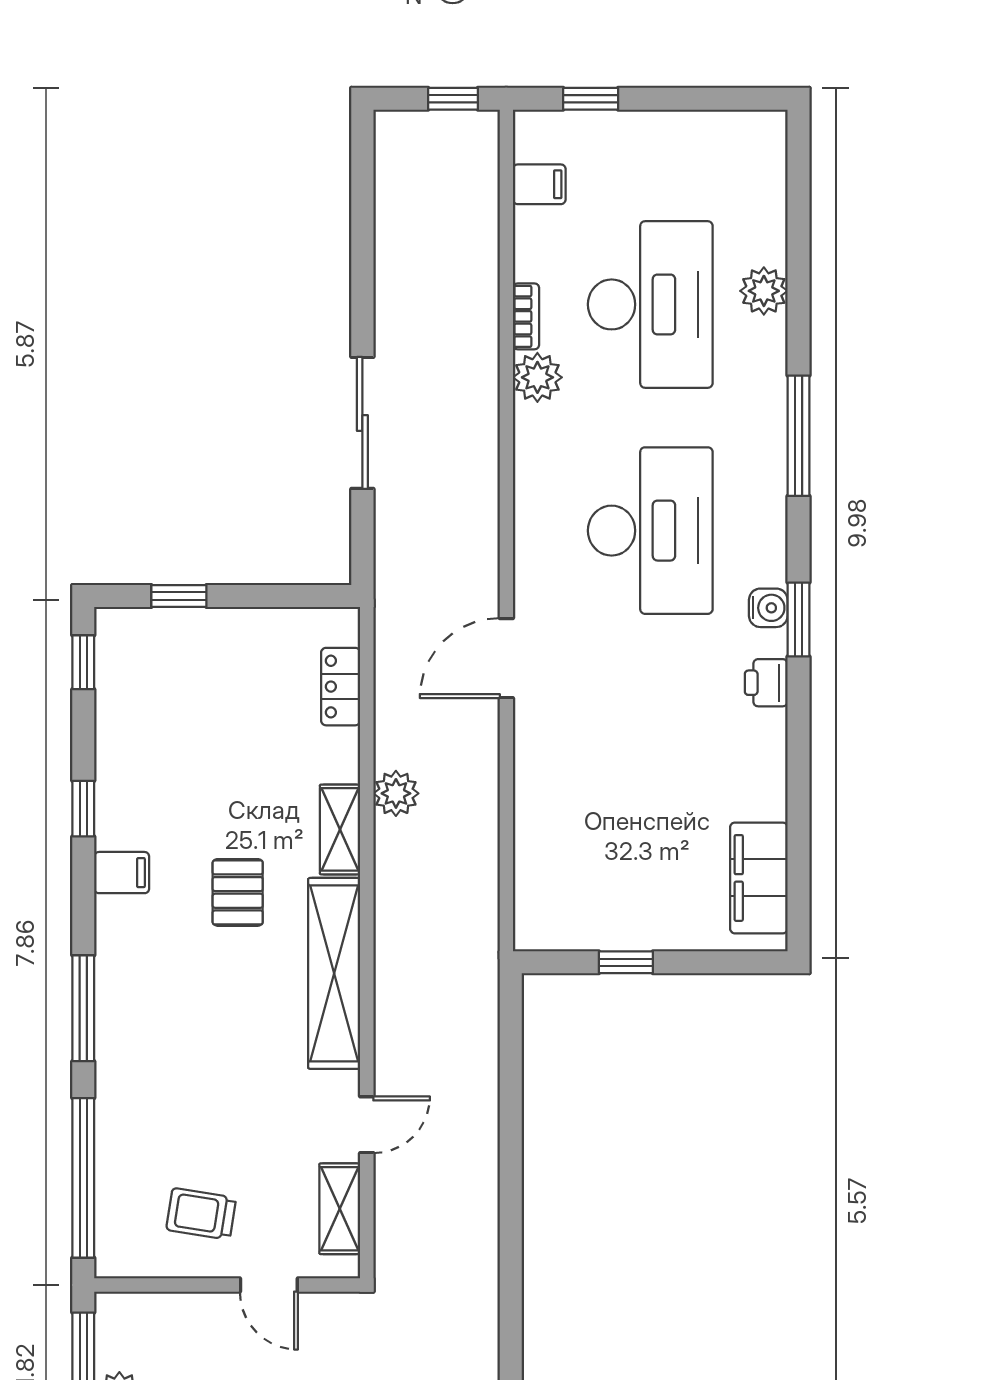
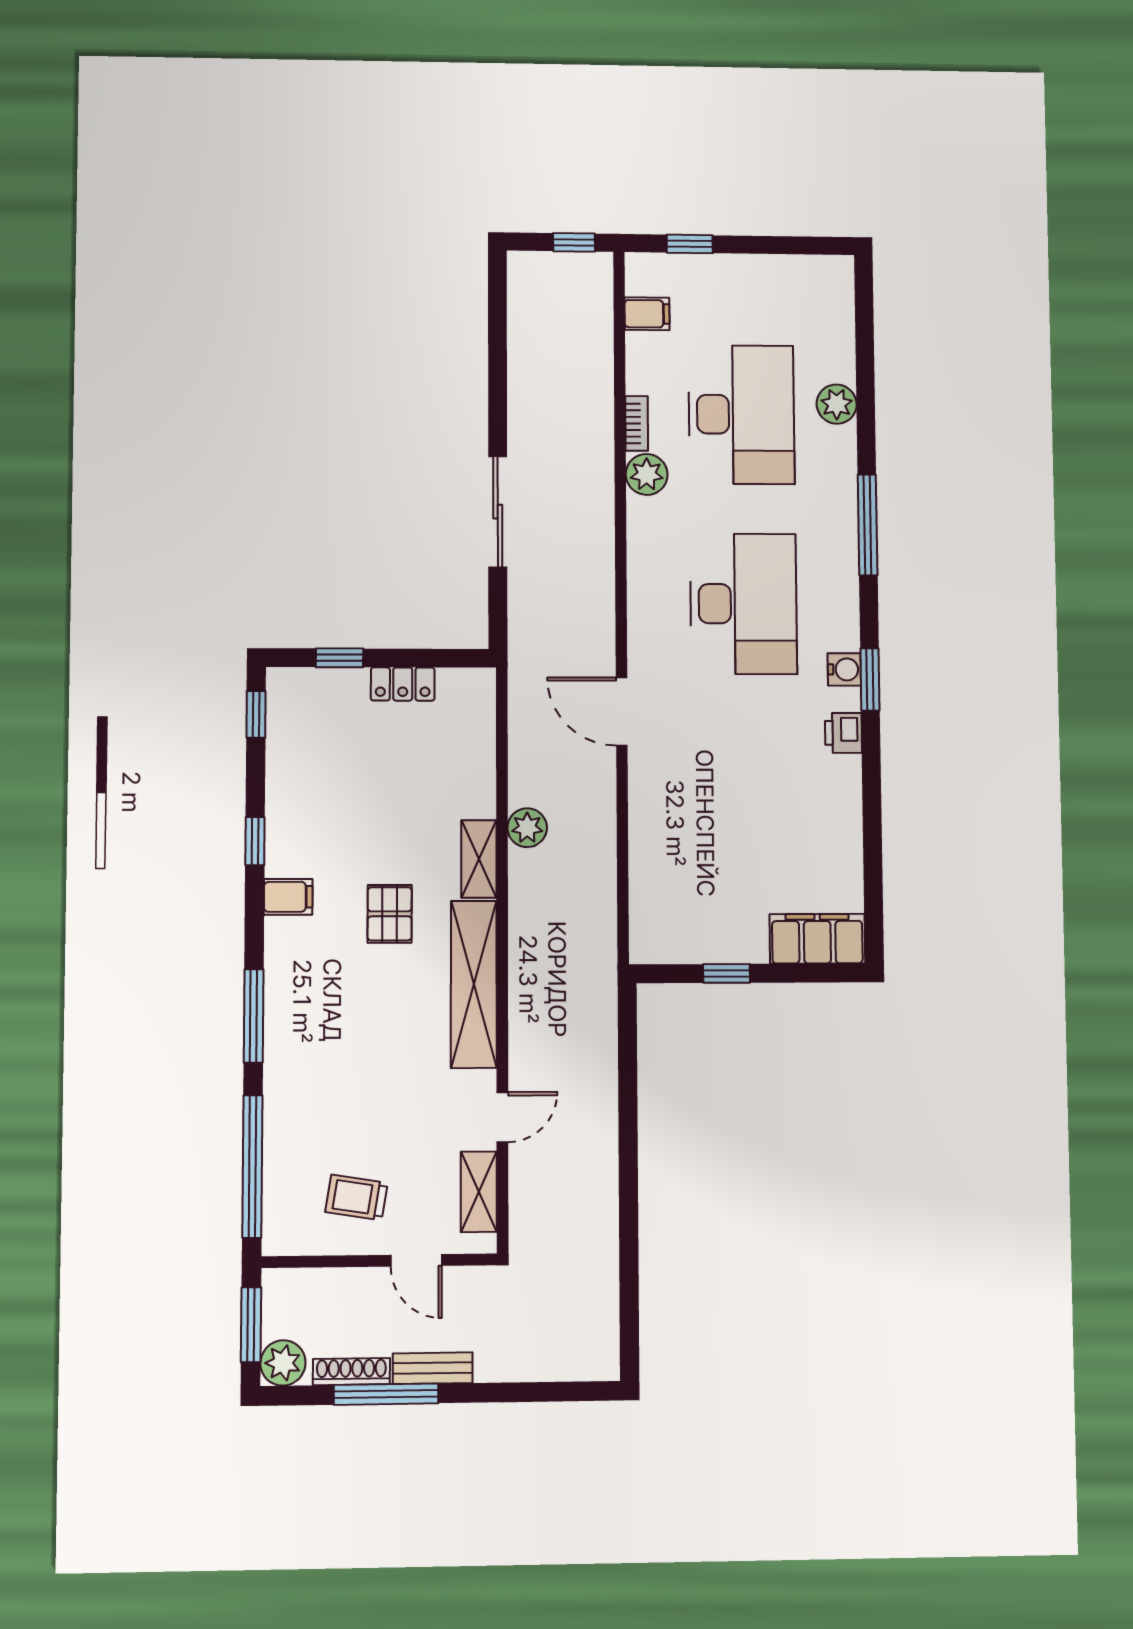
door: (506, 658) -> (622, 712), hinge flipped
locker: (341, 687) -> (403, 684), moved, turned -90
filing cabinet: (759, 878) -> (817, 939), moved, turned 90

